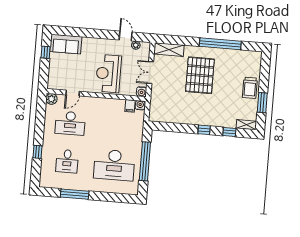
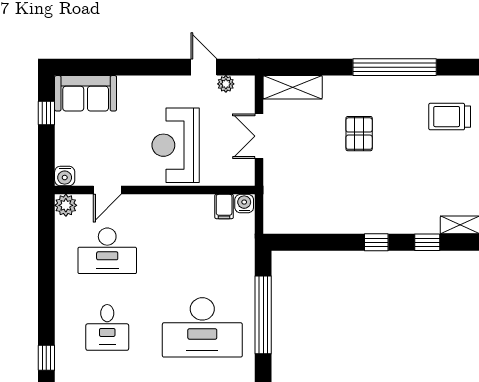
pallet: (200, 75) -> (359, 134), width x0.49, depth x0.50
trolley: (250, 88) -> (450, 117), moved, turned 90
water cooler: (142, 92) -> (65, 176), moved
window: (37, 152) -> (46, 358), moved

